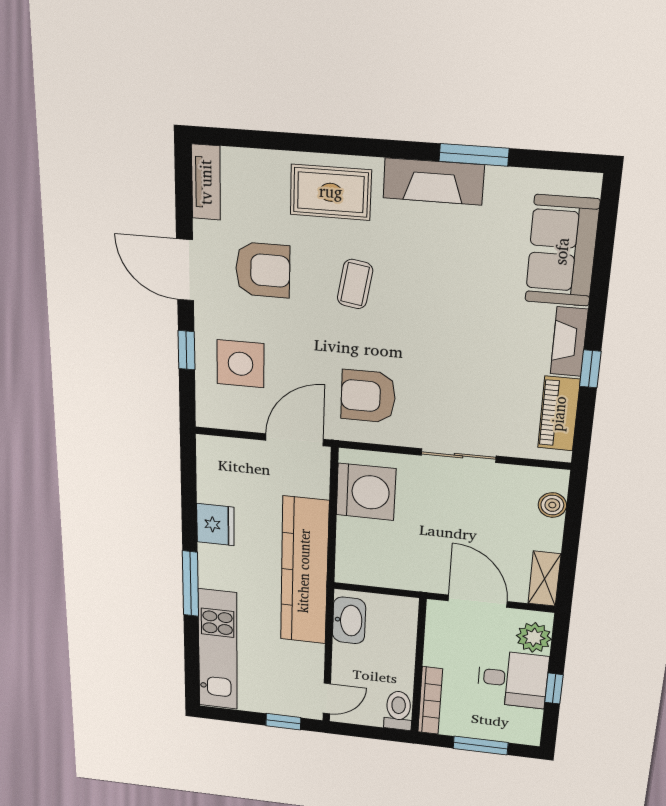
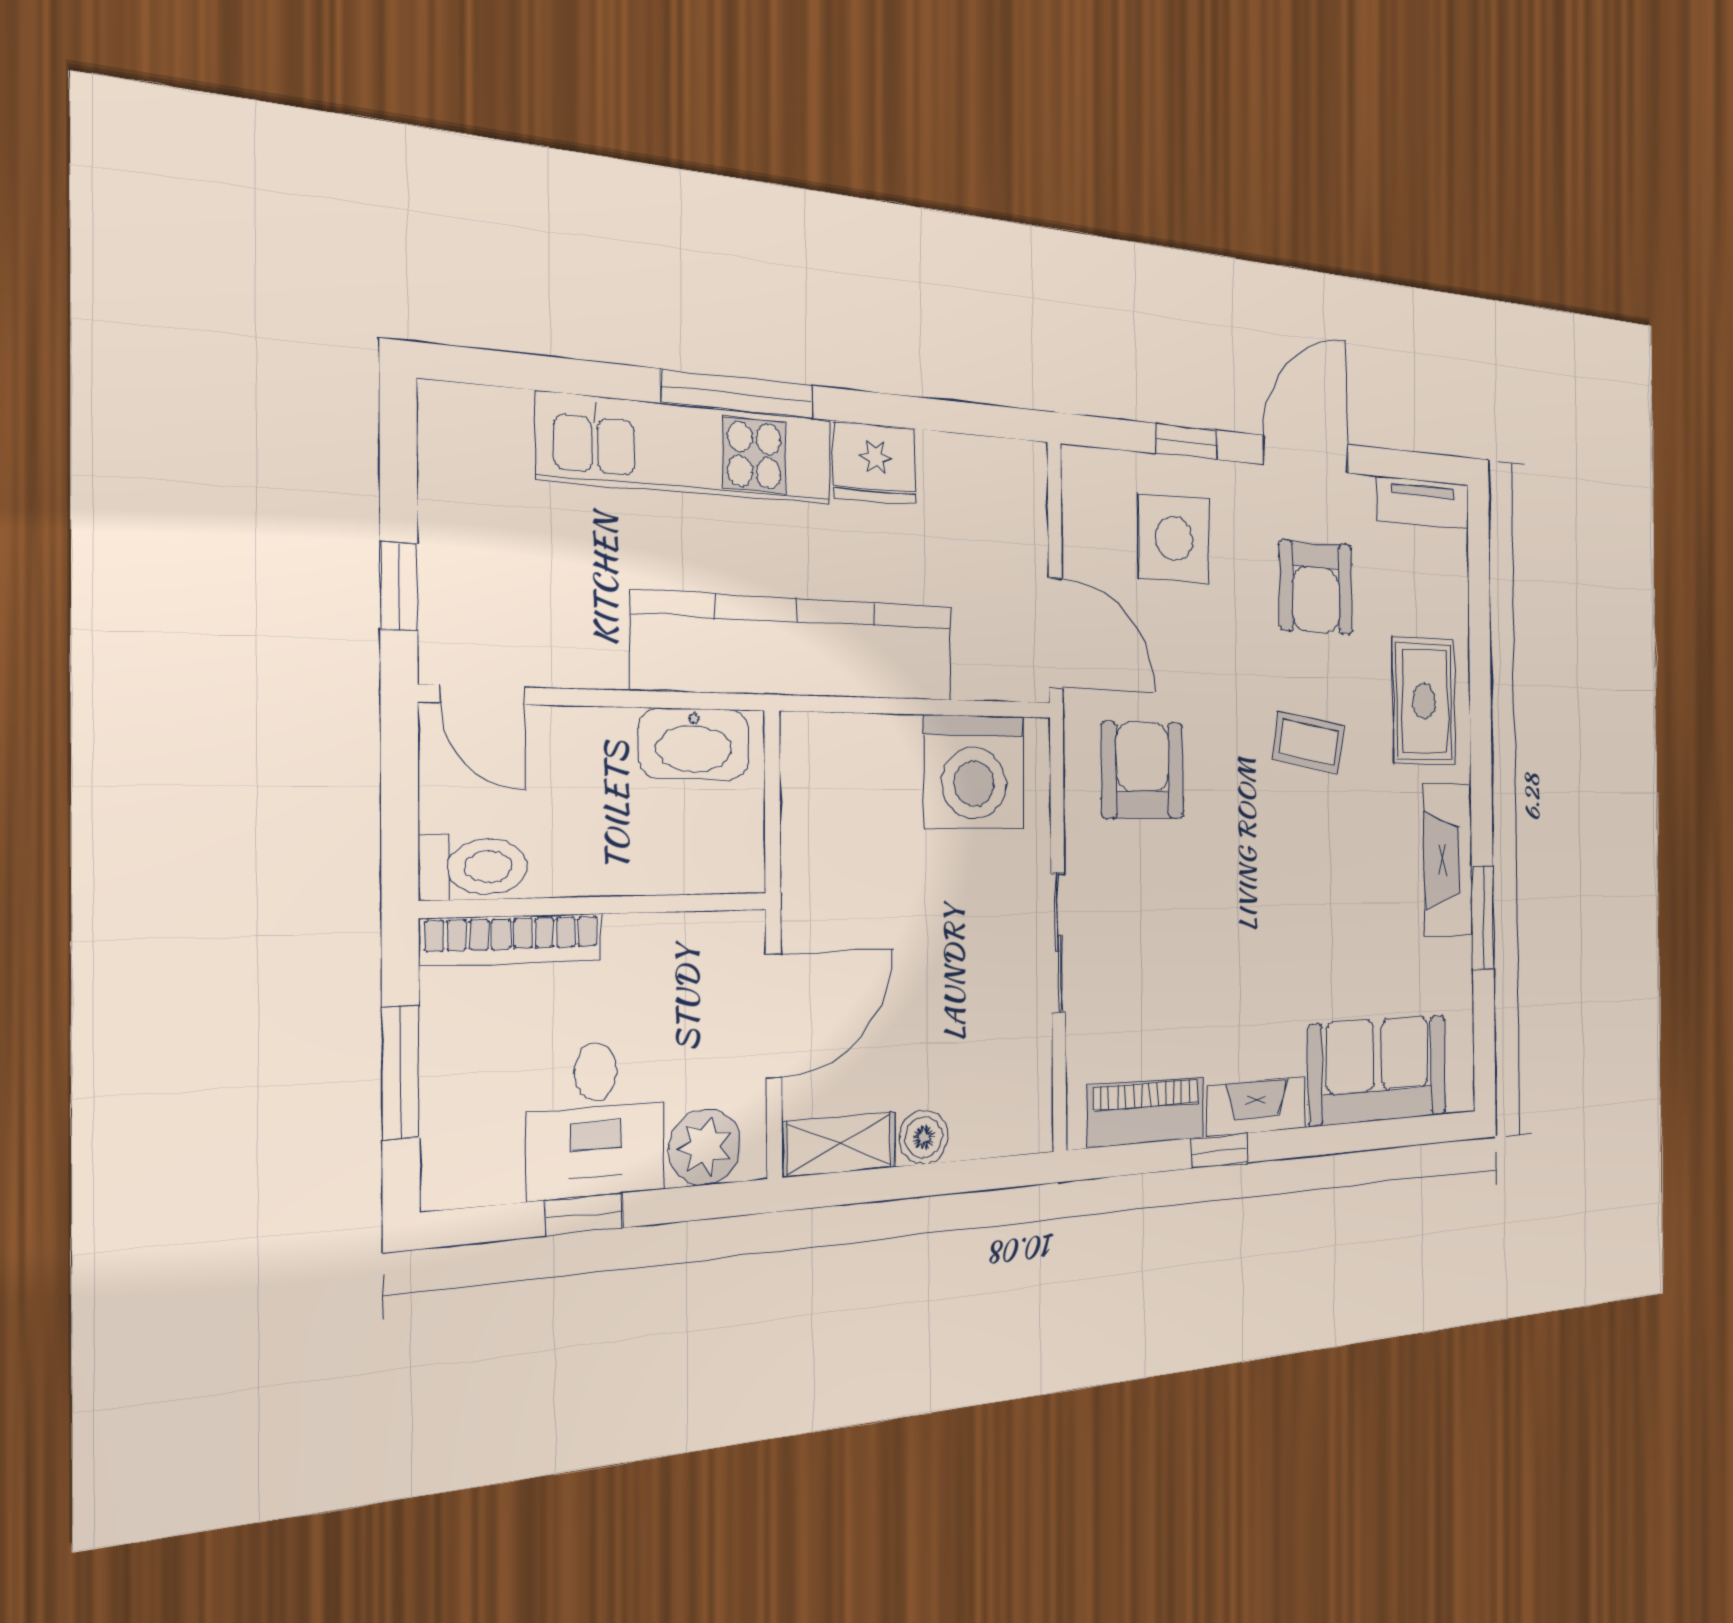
boiler: (552, 505) -> (924, 1137), moved
kitchen unit: (218, 650) -> (688, 449), moved

